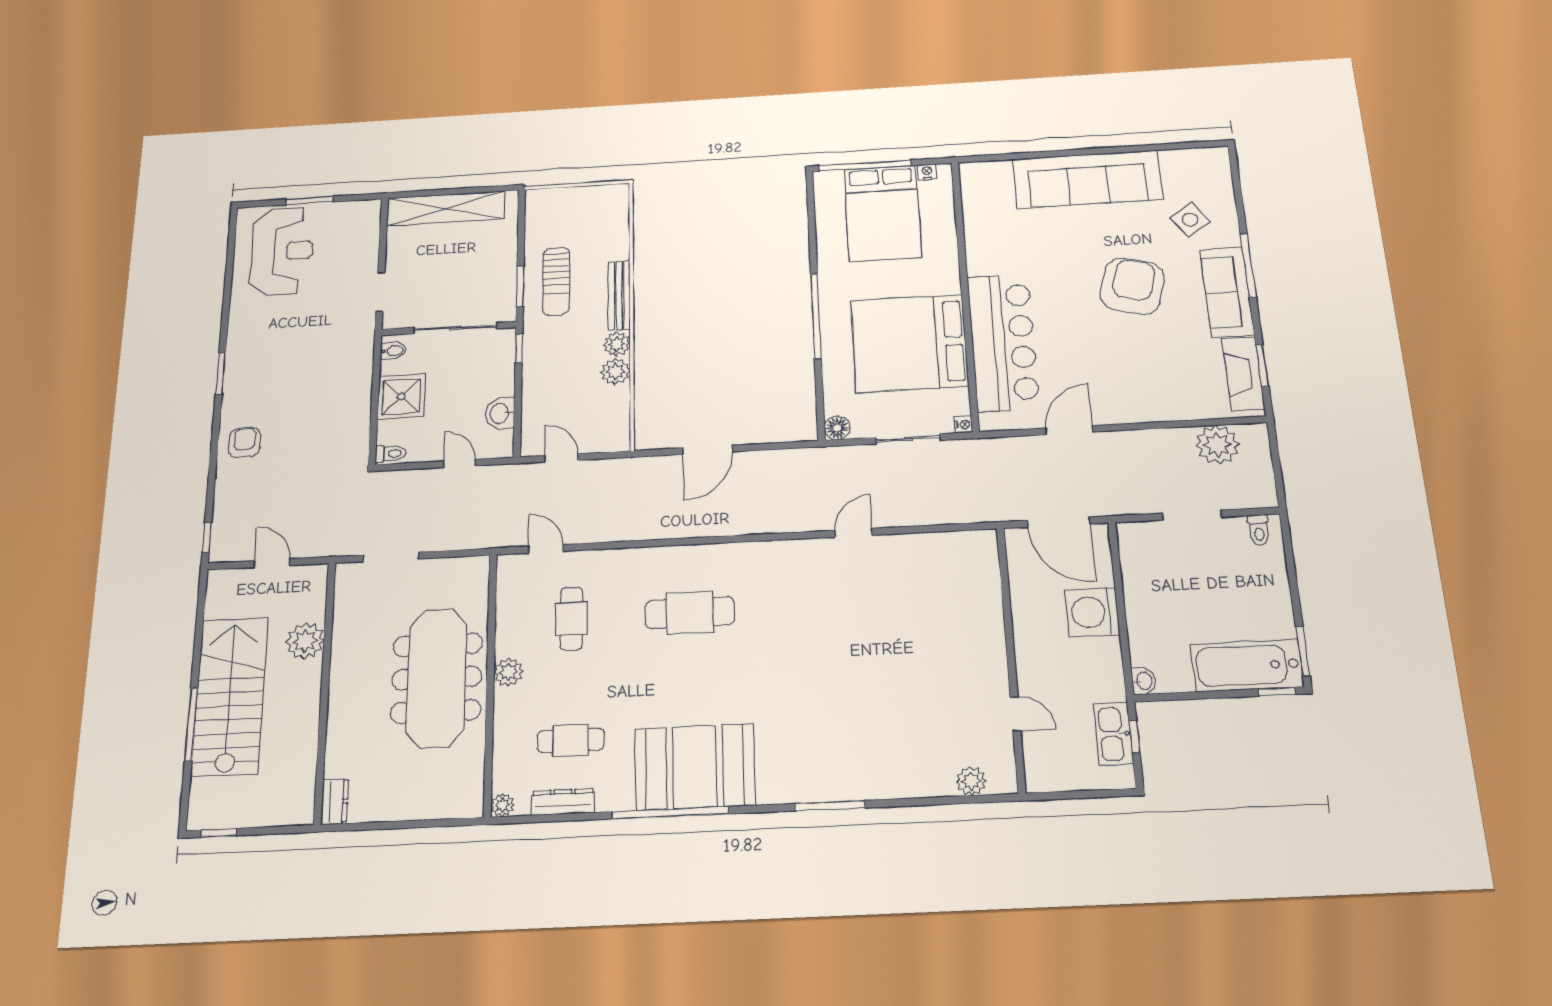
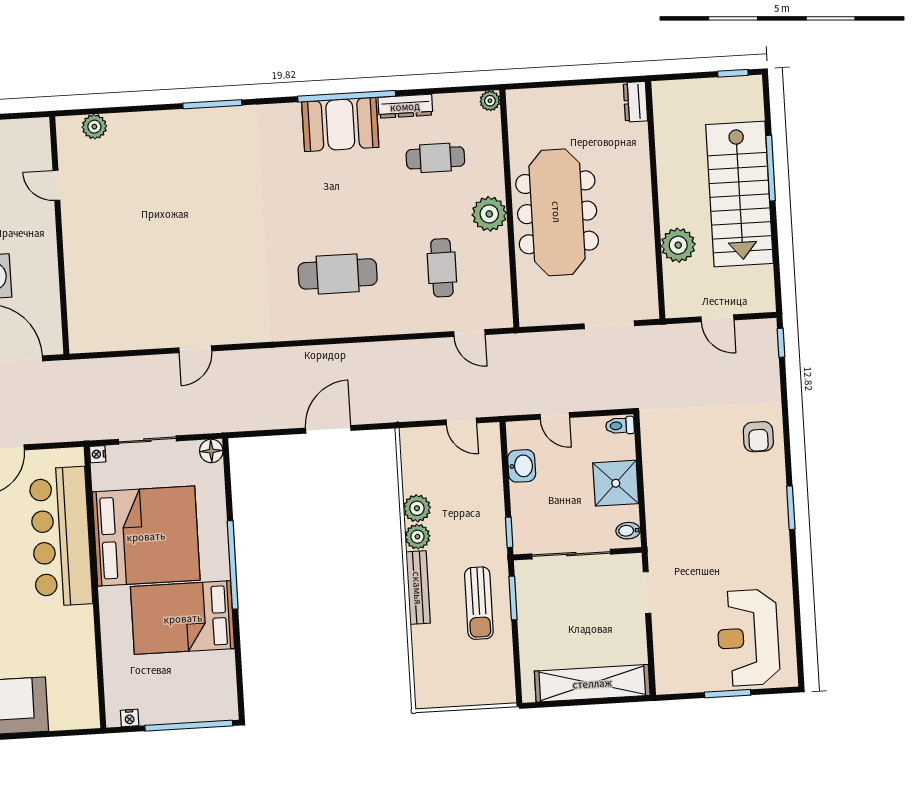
bed: (883, 213) -> (183, 618), moved, turned -90
sun lounger: (556, 281) -> (479, 603), turned 180
plant: (508, 672) -> (489, 214), width x1.36, depth x1.36
booth: (695, 767) -> (340, 125), width x0.73, depth x0.70
dresser: (563, 802) -> (405, 106), moved

